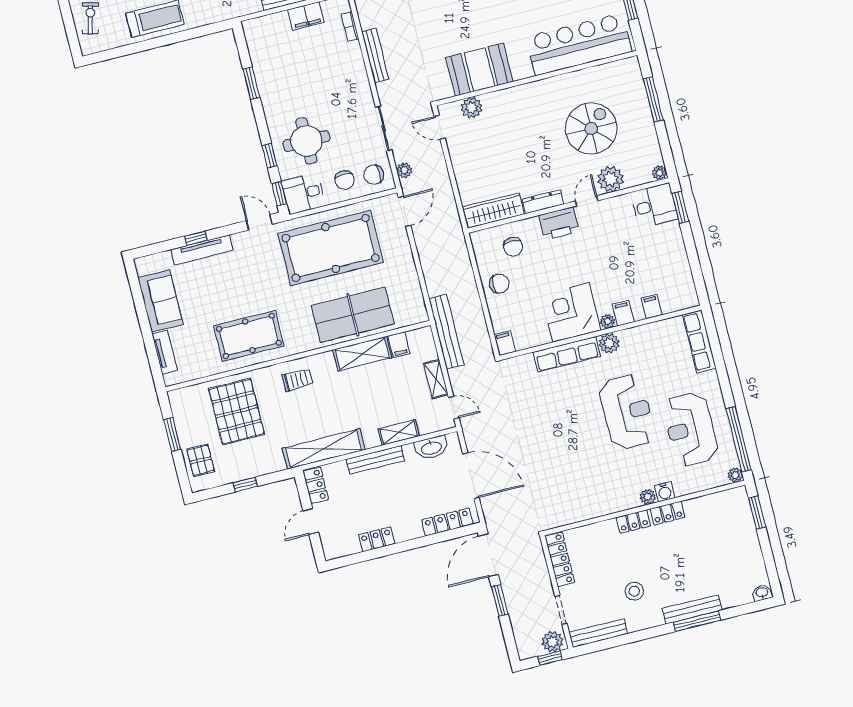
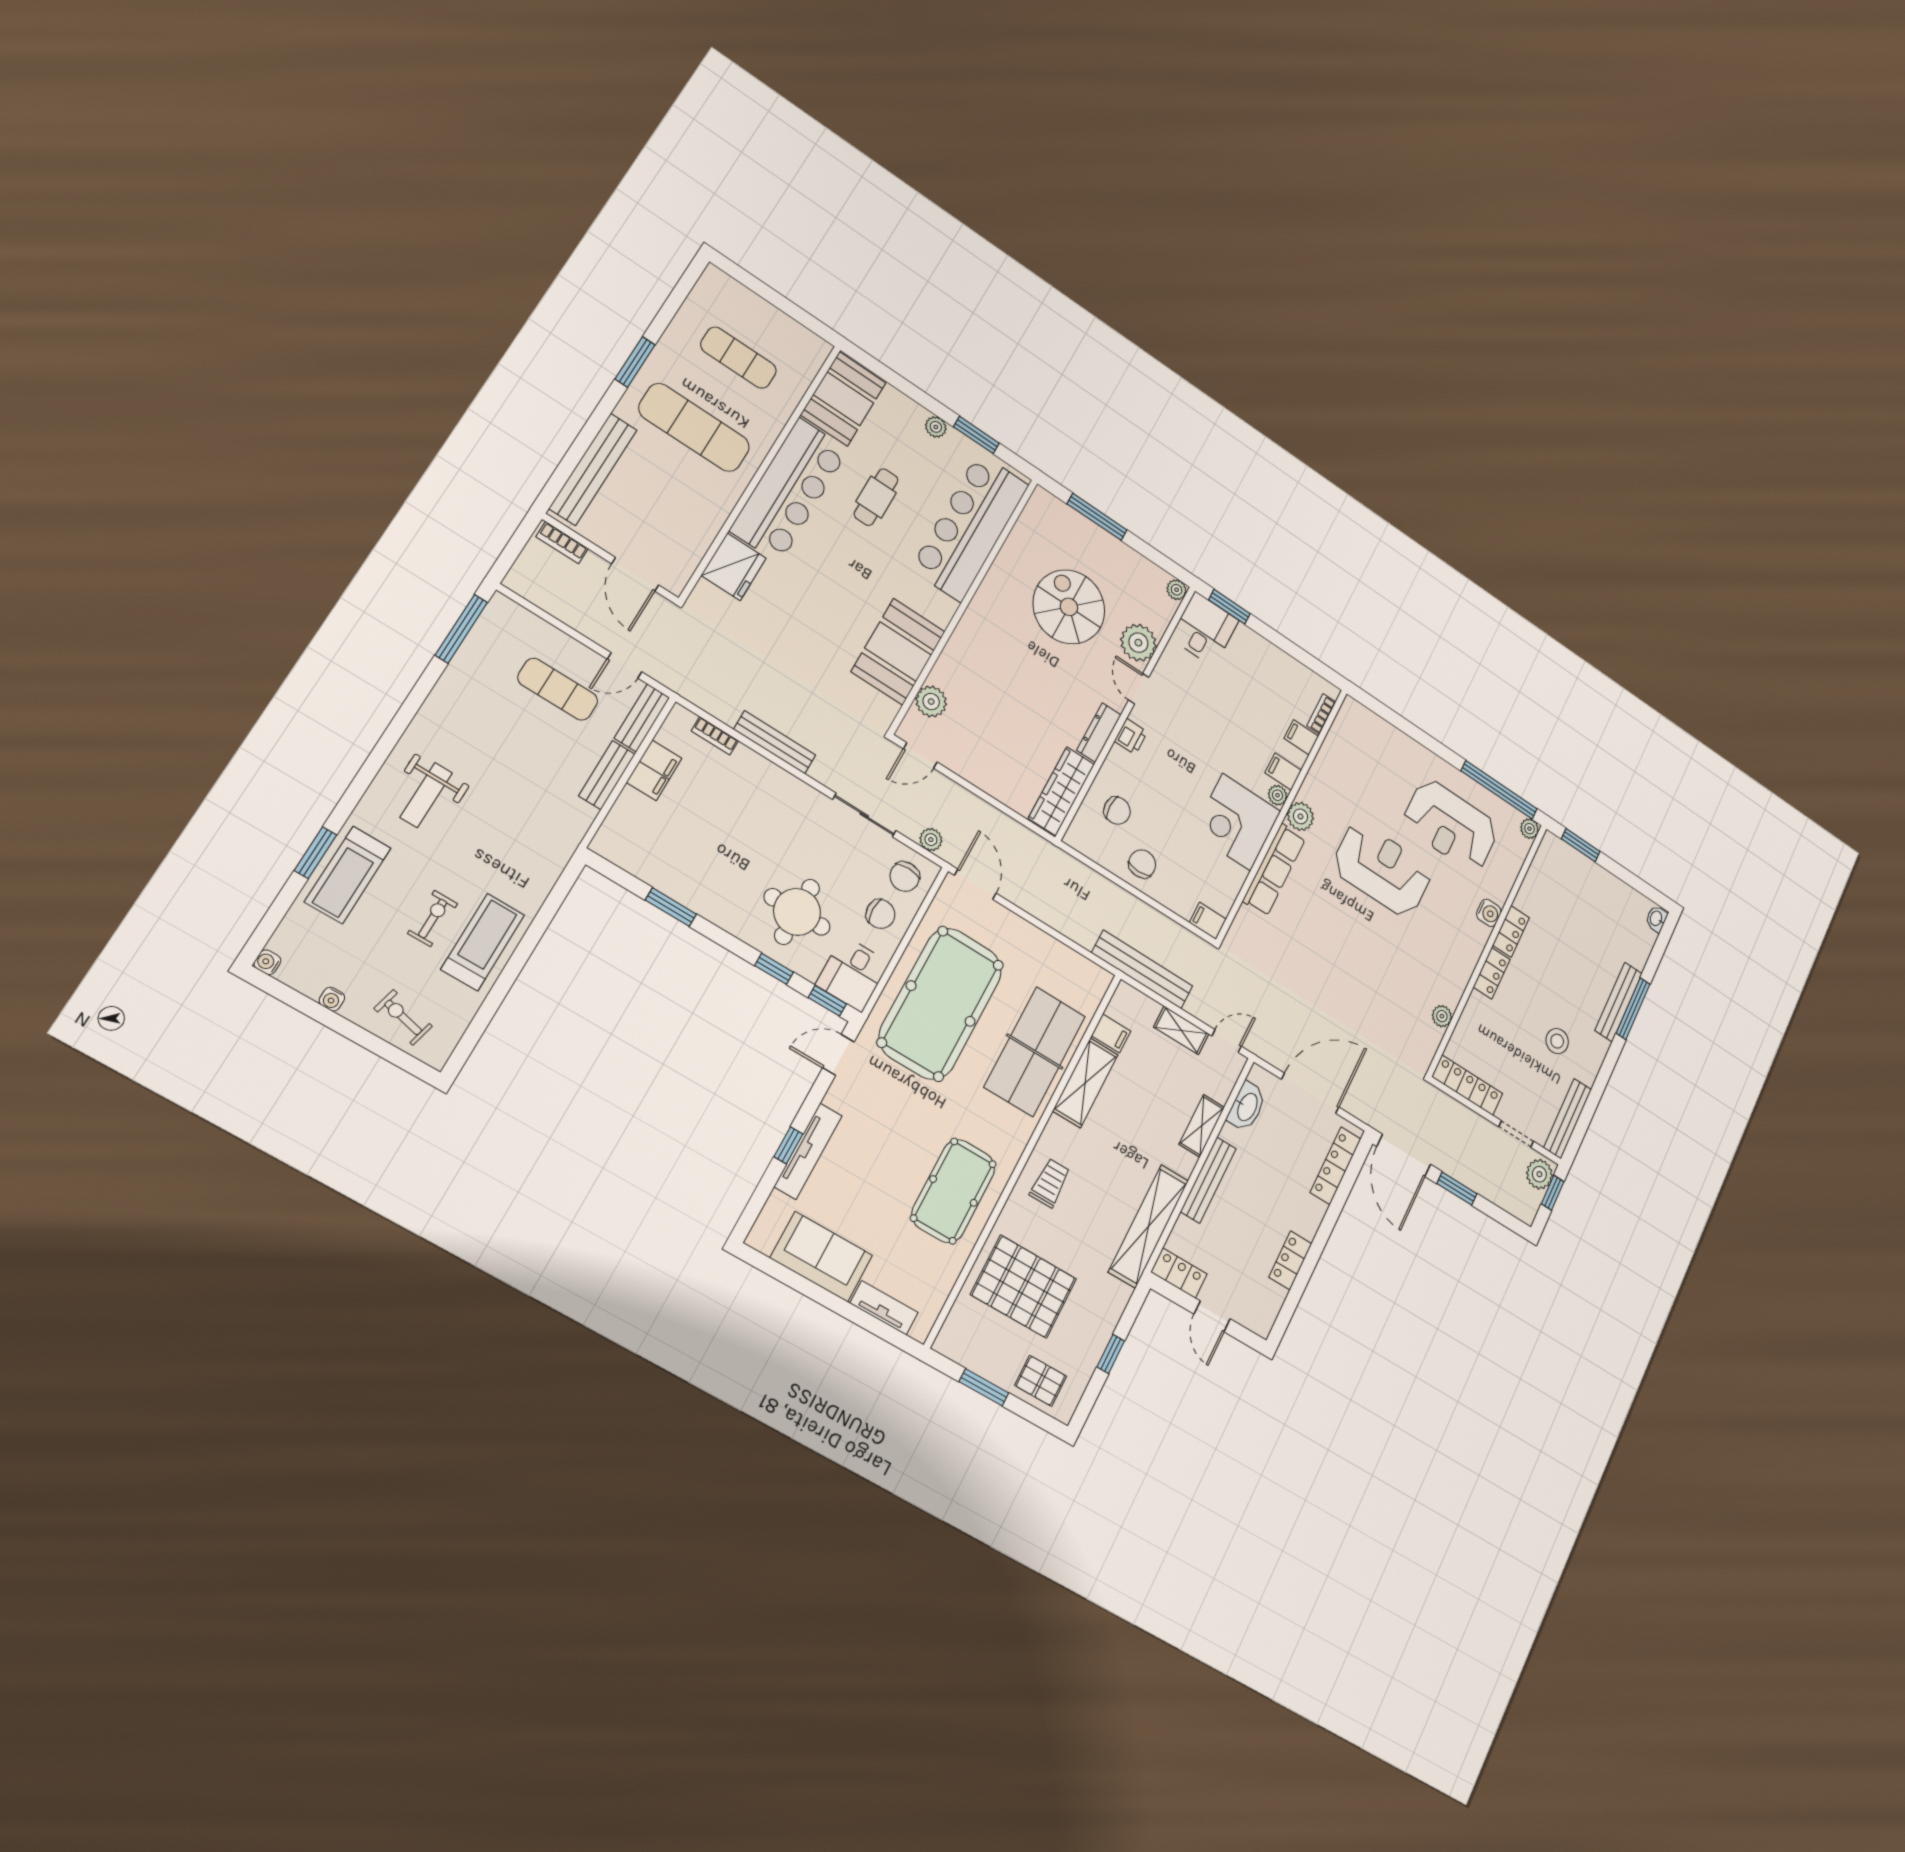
printer: (559, 223) -> (1131, 737), width x0.53, depth x0.68
bookcase: (676, 306) -> (1321, 714), added
row of seats: (699, 341) -> (1375, 728), removed
plant: (648, 497) -> (1442, 1016), moved

